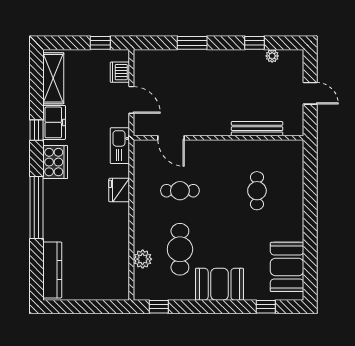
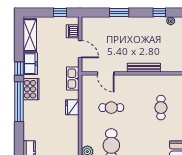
bench: (257, 129) -> (144, 68), moved
window: (37, 207) -> (19, 102), moved

